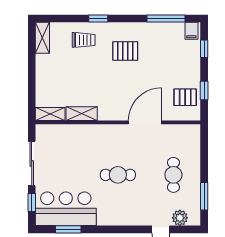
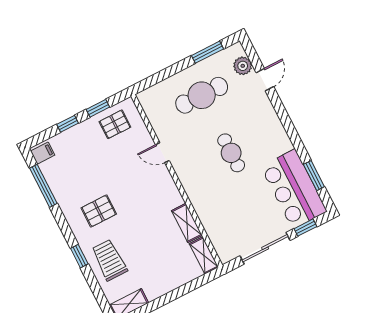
trolley: (84, 40) -> (109, 260), width x1.36, depth x1.39
window: (204, 49) -> (68, 124), moved
pallet: (125, 51) -> (99, 211), turned 90
pallet: (185, 97) -> (115, 124), turned 90
door: (145, 122) -> (162, 153), width x0.53
cafe table: (173, 175) -> (202, 95), width x1.37, depth x1.35

